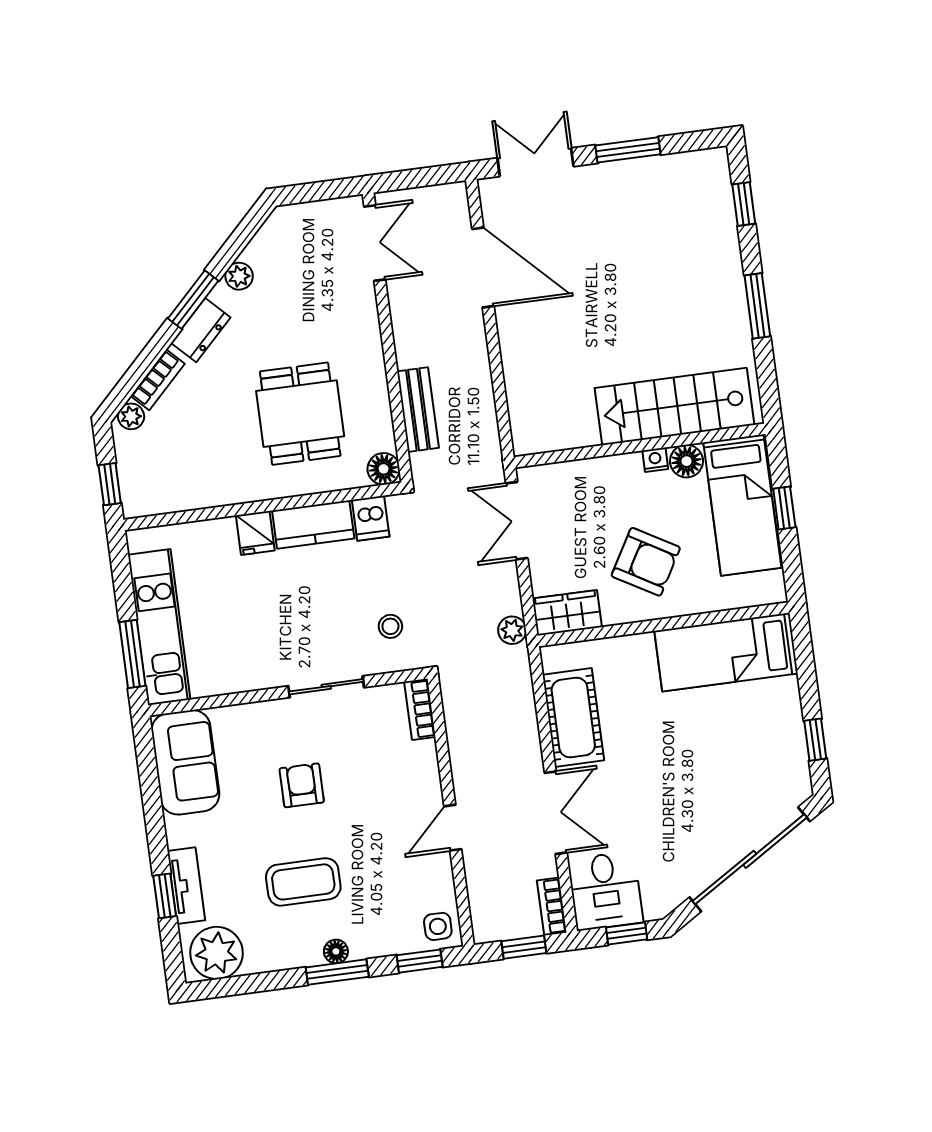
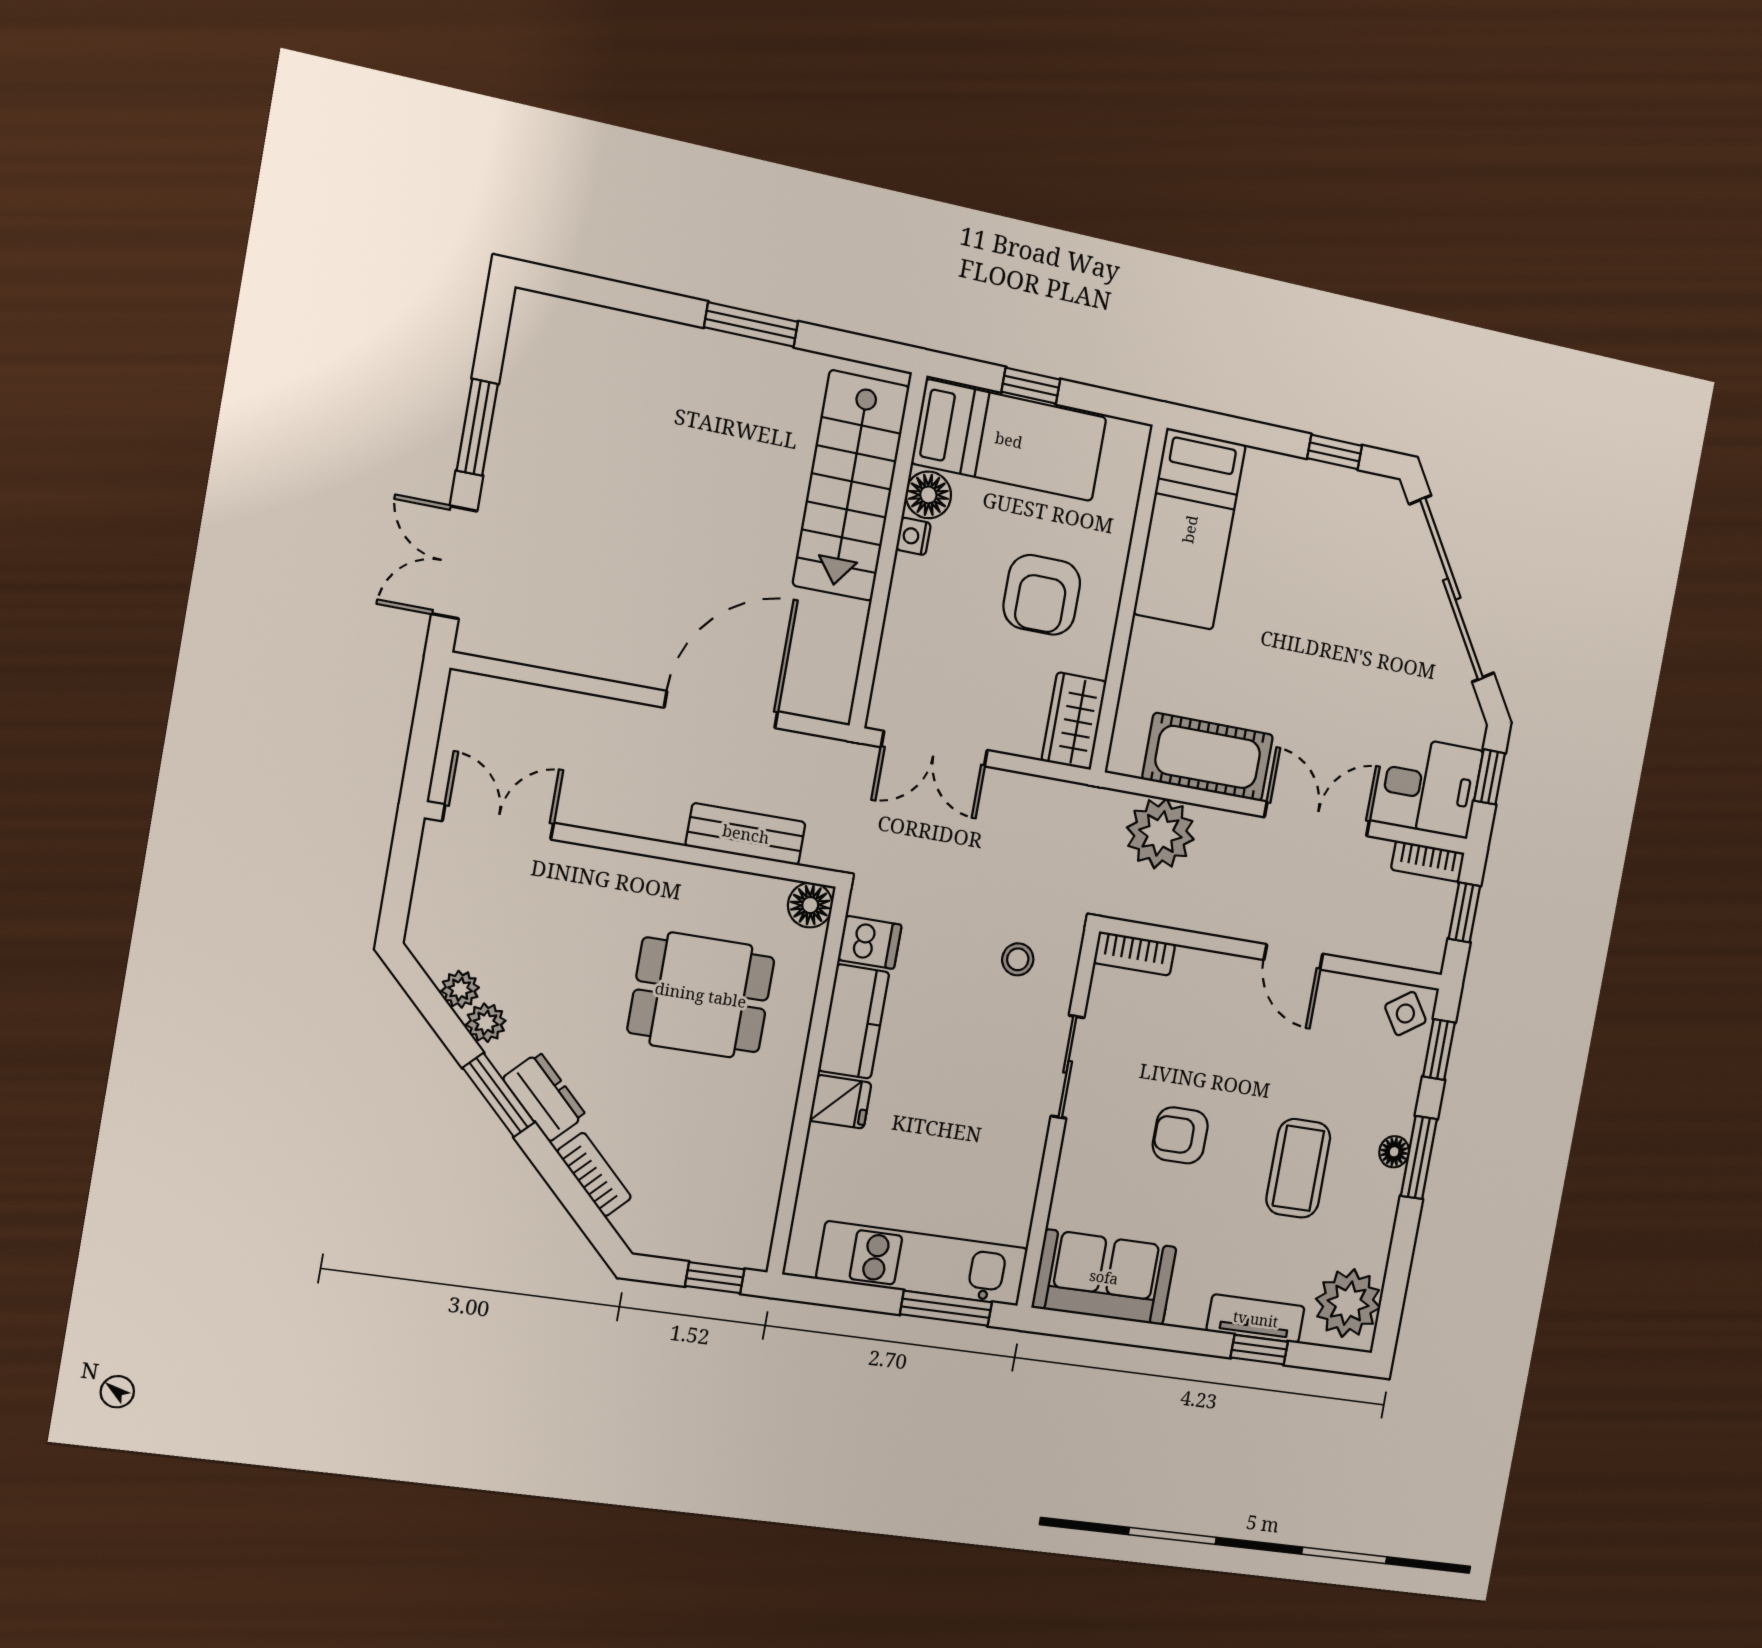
window: (744, 204) -> (605, 292), removed
door: (483, 267) -> (721, 710), moved
plant: (131, 416) -> (460, 989), moved
armchair: (646, 562) -> (1042, 595), turned 150
plant: (512, 630) -> (1160, 833), moved, width x1.88, depth x1.88
side table: (438, 926) -> (1405, 1014), turned -34

